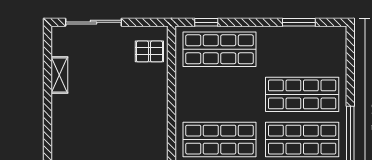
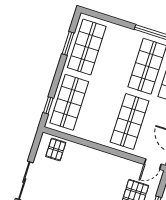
shop shelf: (302, 94) -> (87, 47), moved

